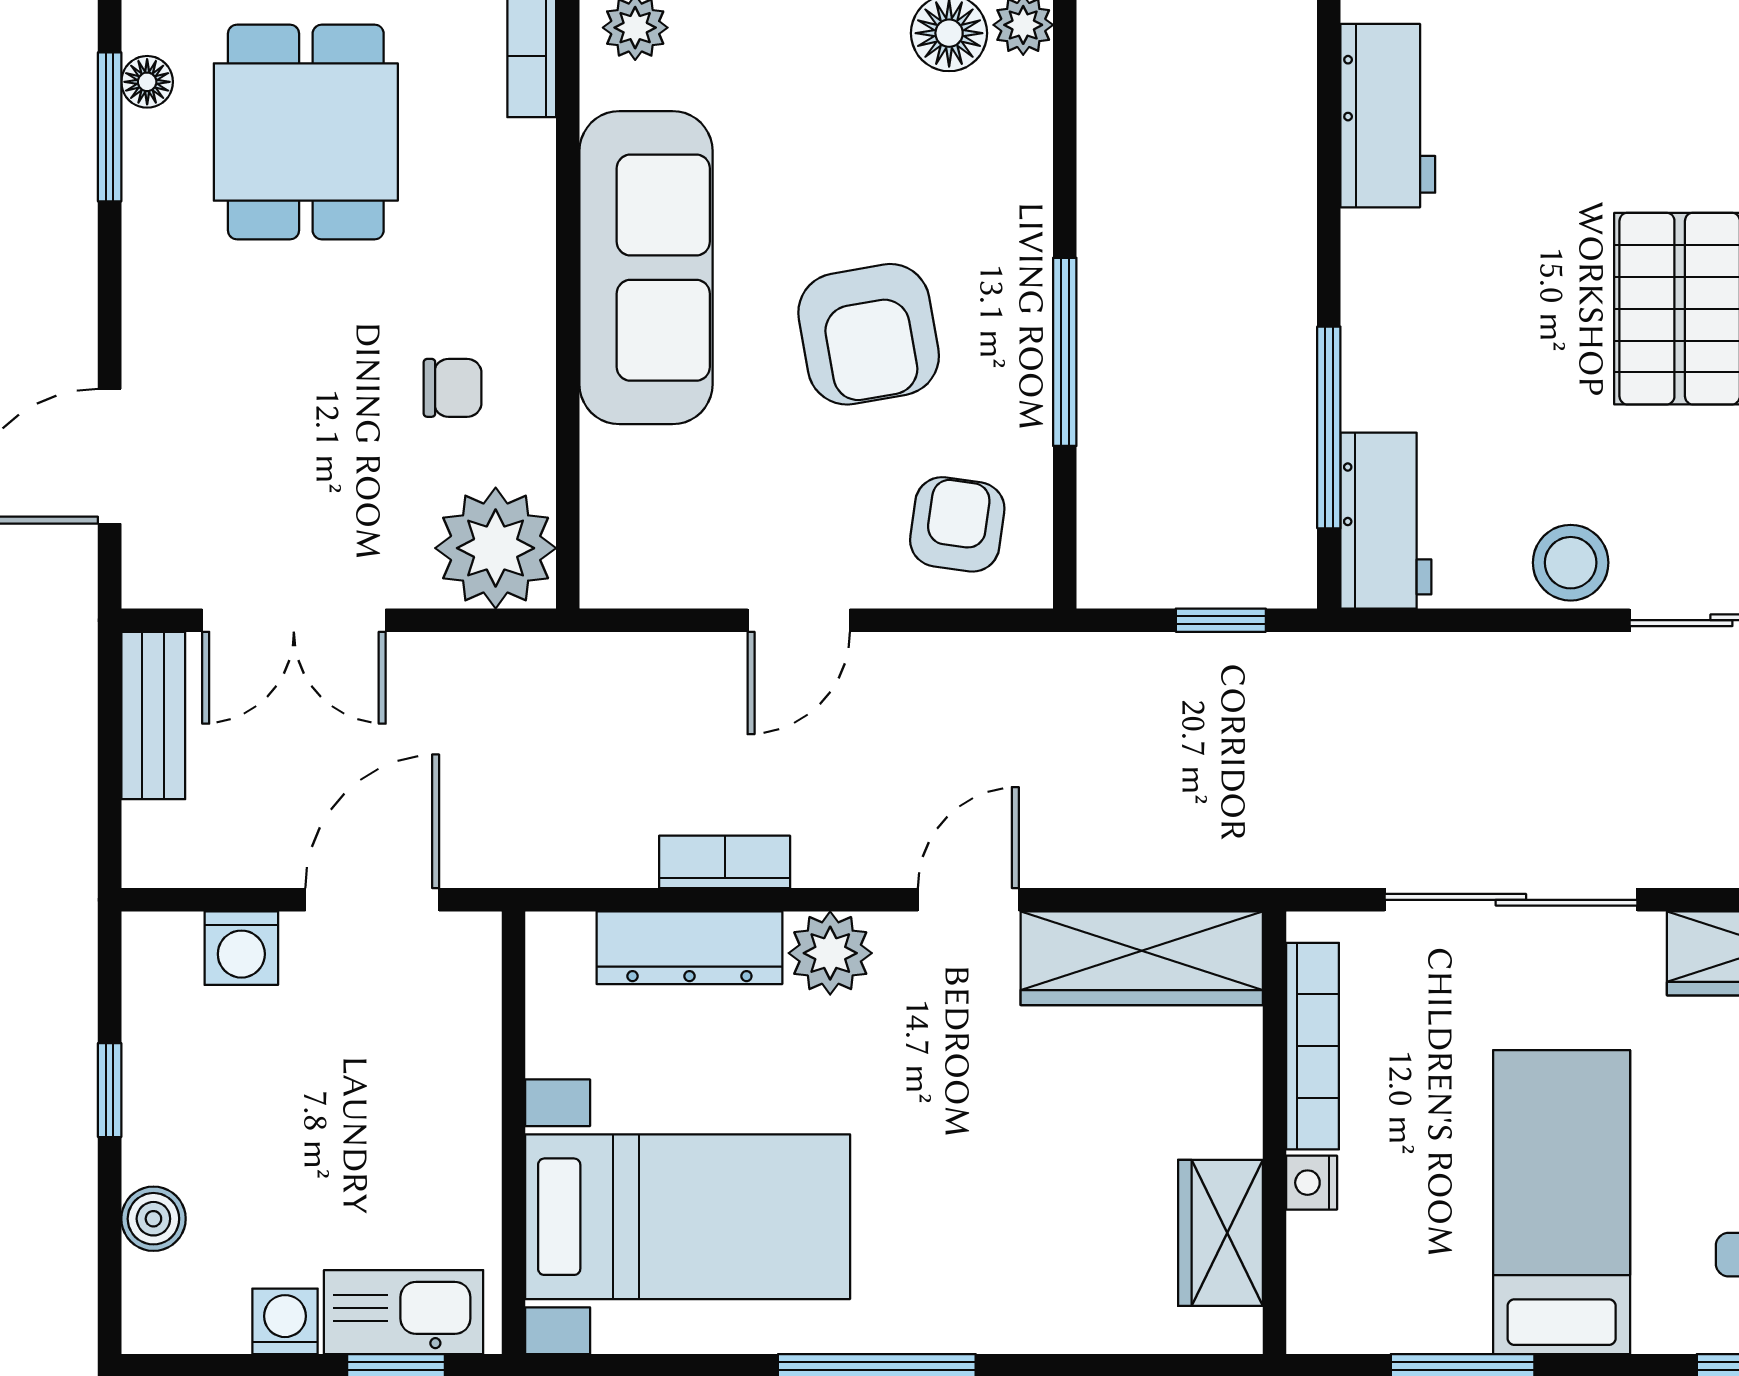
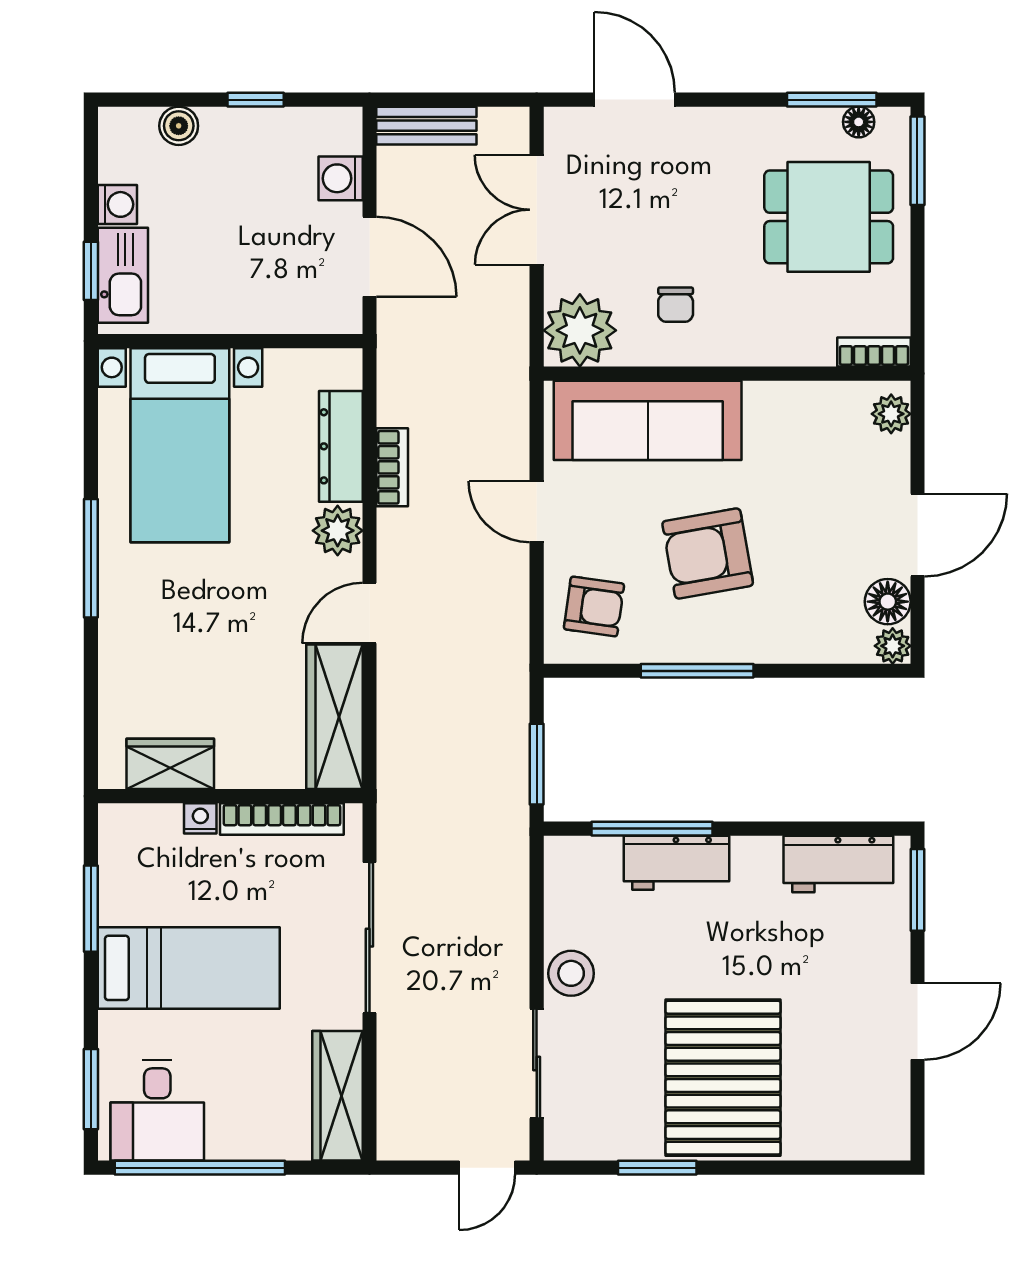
sofa: (646, 268) -> (648, 420), moved
workbench: (1386, 521) -> (676, 863), moved
window: (1221, 620) -> (537, 764), width x1.50
bench: (153, 716) -> (426, 126), moved
door: (968, 900) -> (369, 613), swing flipped

